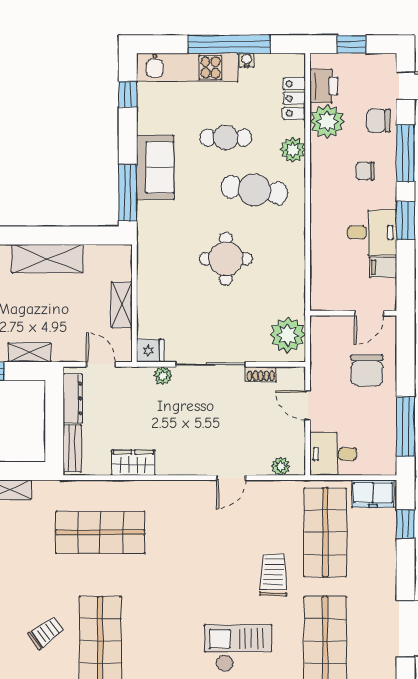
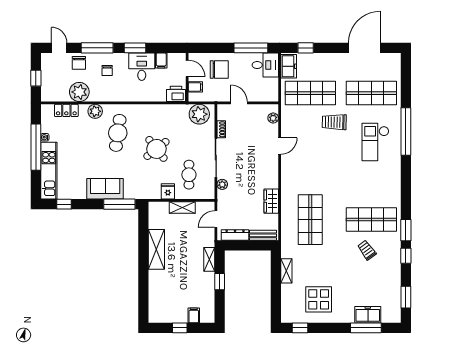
printer: (324, 86) -> (176, 94), moved
cafe table: (226, 138) -> (189, 175), moved
round table: (226, 259) -> (156, 149), turned -38
filing cabinet: (336, 328) -> (195, 87), added
fridge: (150, 351) -> (168, 191), moved
door: (308, 405) -> (239, 103), swing flipped
desk: (333, 454) -> (265, 65), moved, turned -90
door: (231, 478) -> (280, 146), hinge flipped

